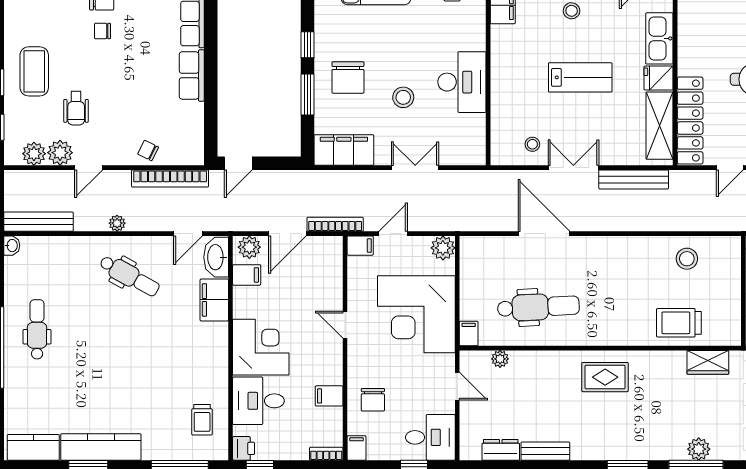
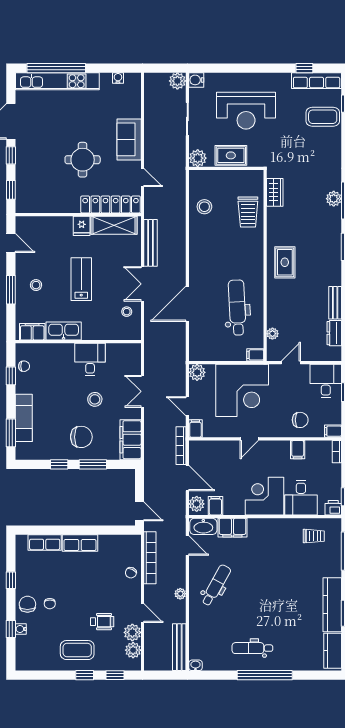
kitchen sink: (659, 38) -> (64, 331), moved, turned 180
desk: (462, 82) -> (90, 359), width x0.73

